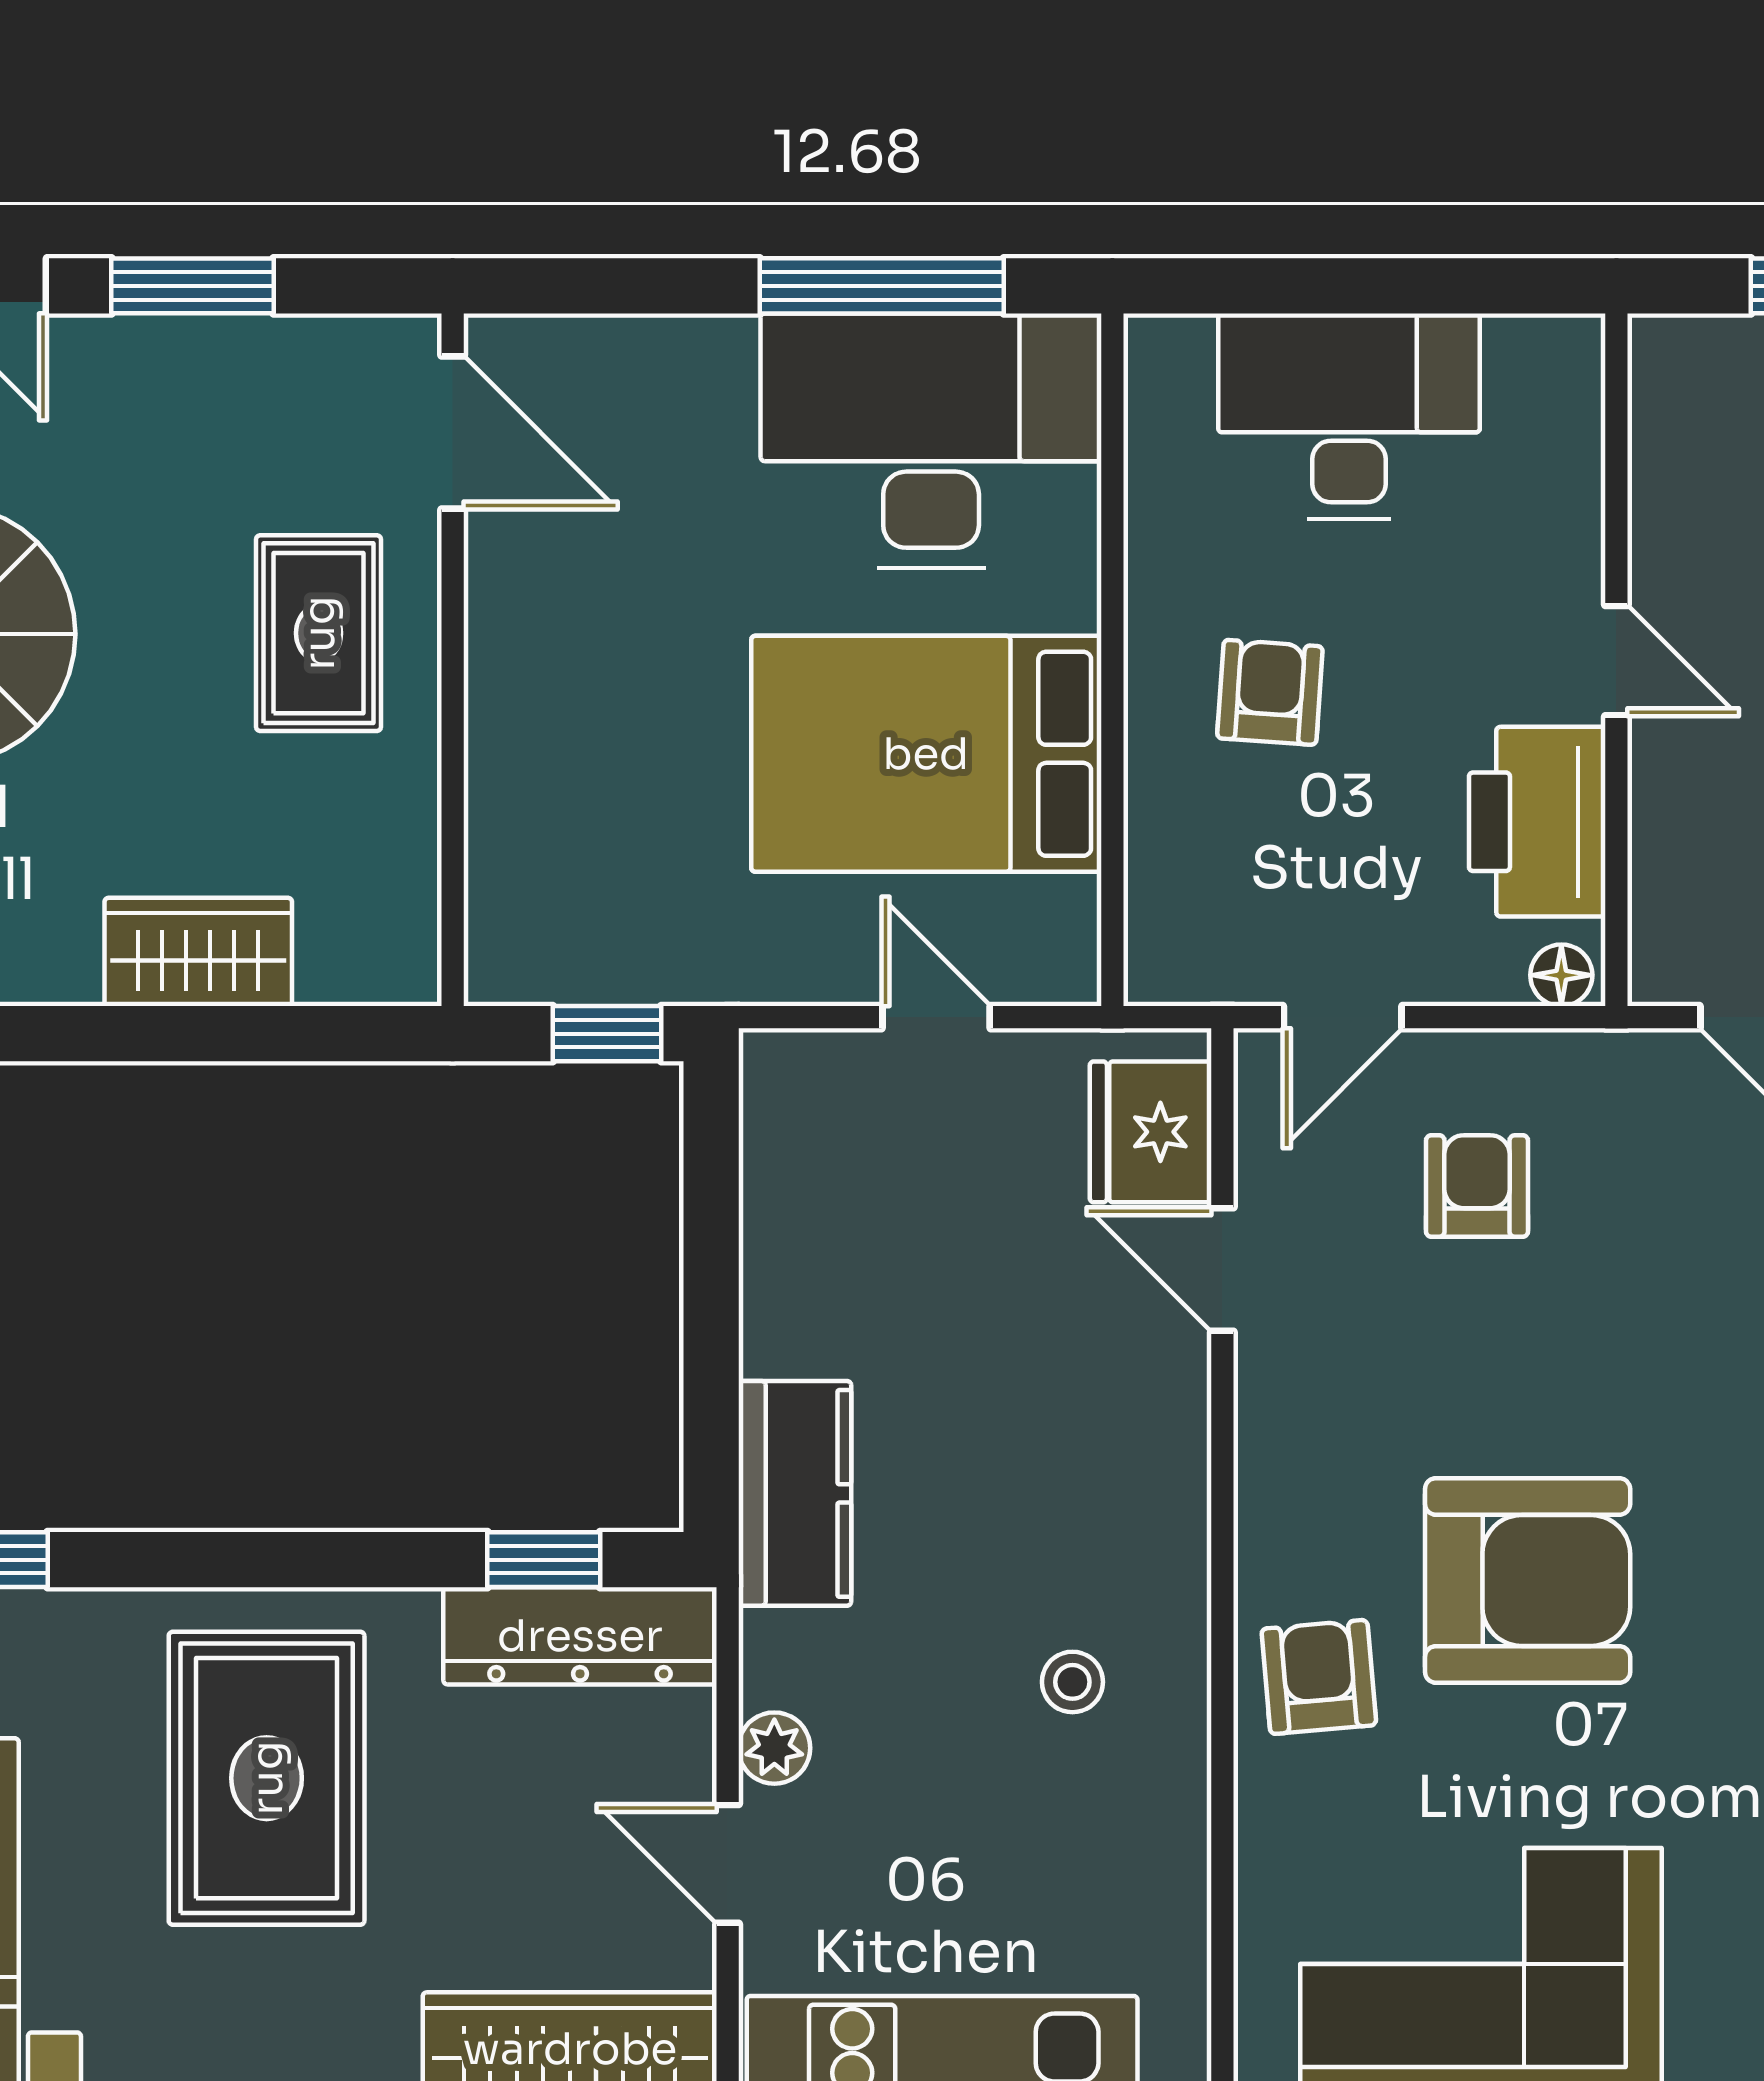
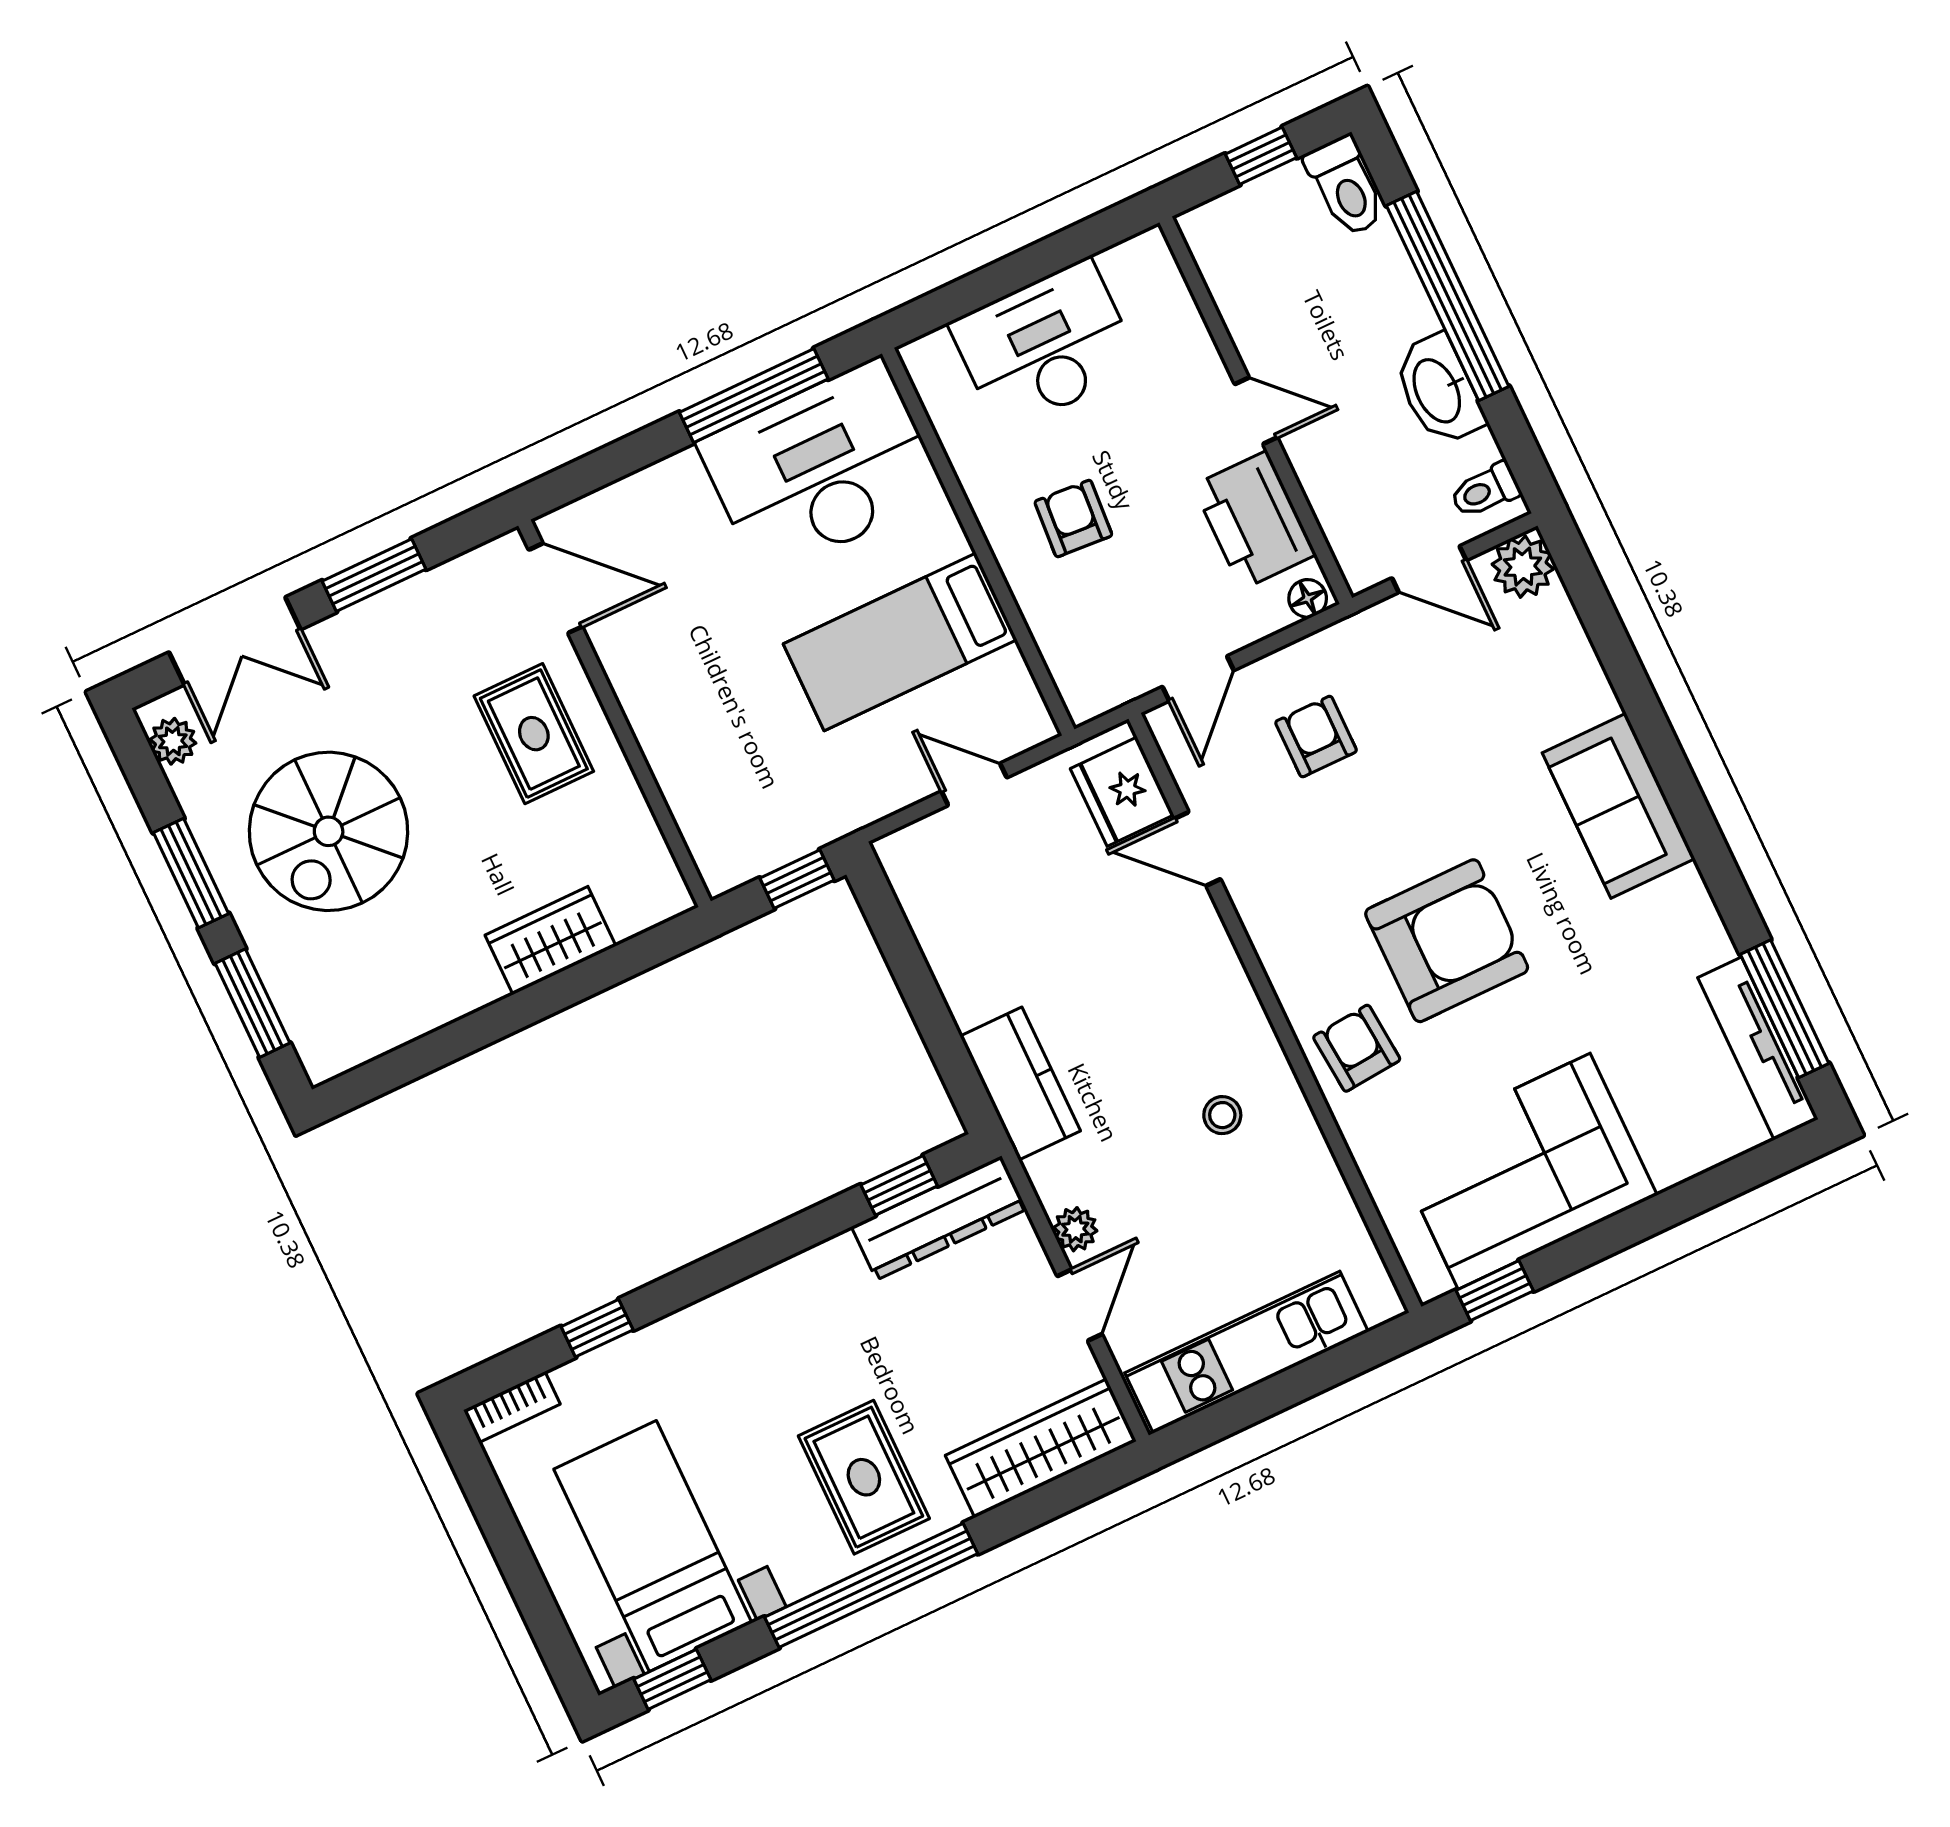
bed: (926, 754) -> (900, 642), width x0.67
rug: (267, 1778) -> (864, 1477), moved, width x0.73, depth x0.70
door: (728, 1864) -> (1080, 1305), swing flipped

